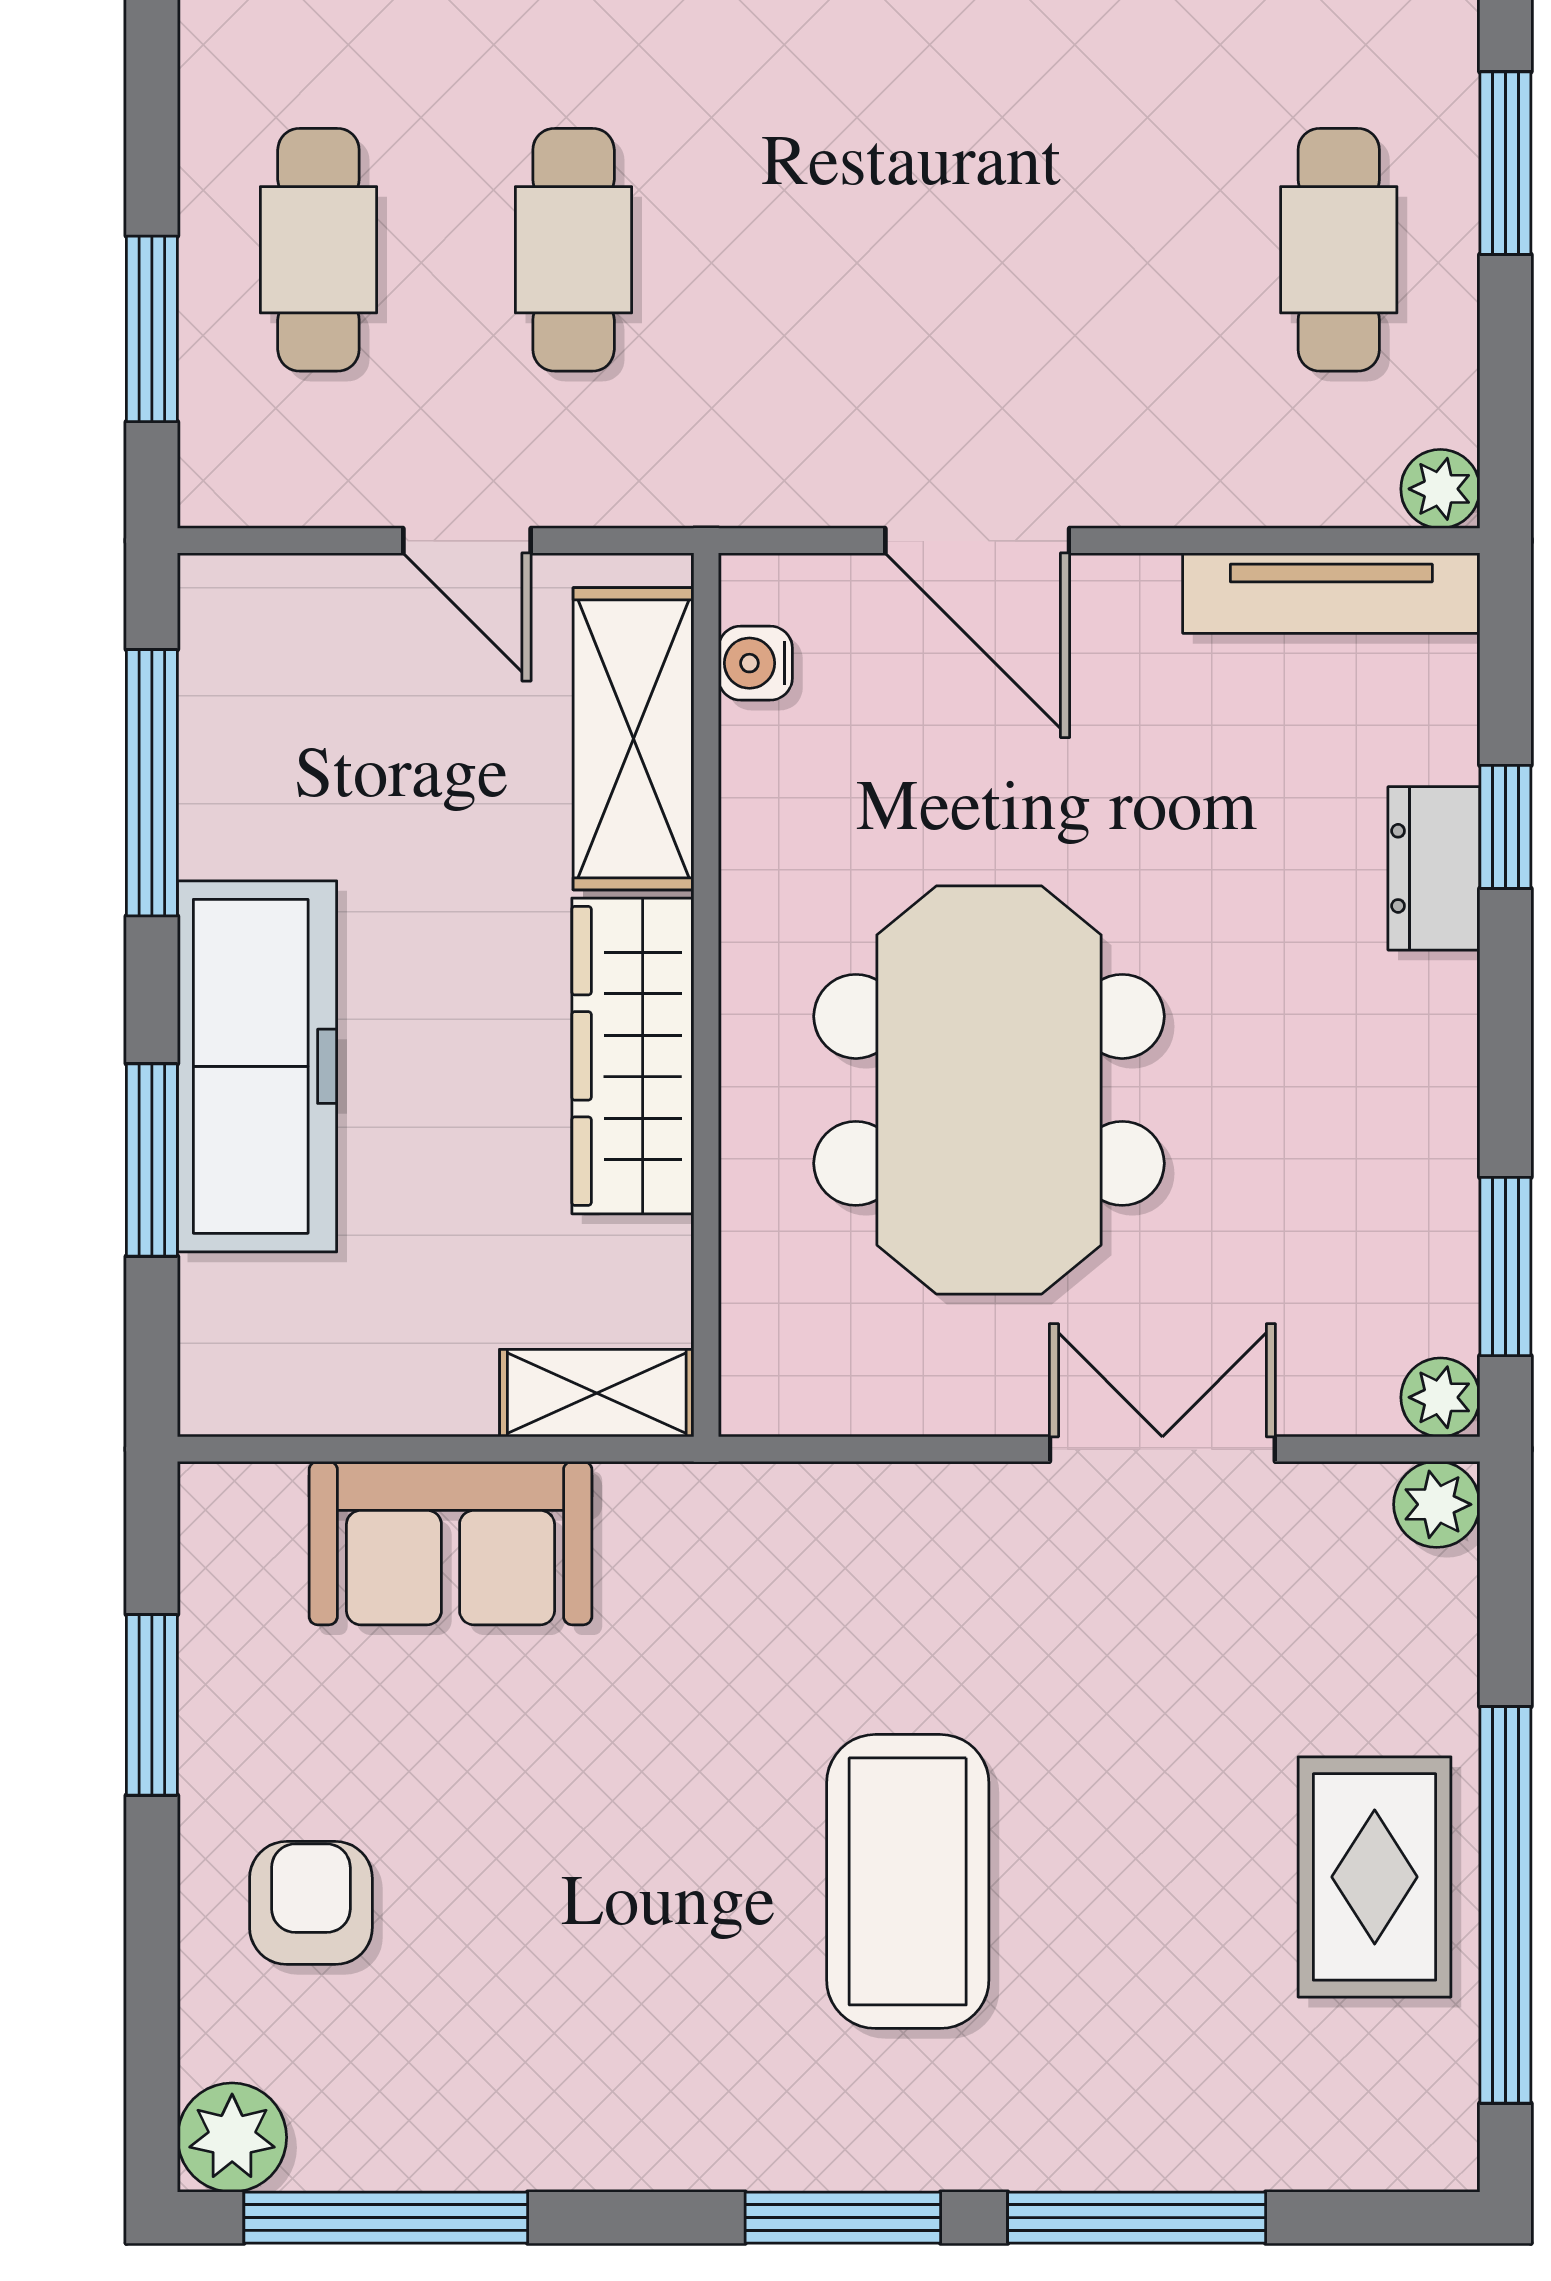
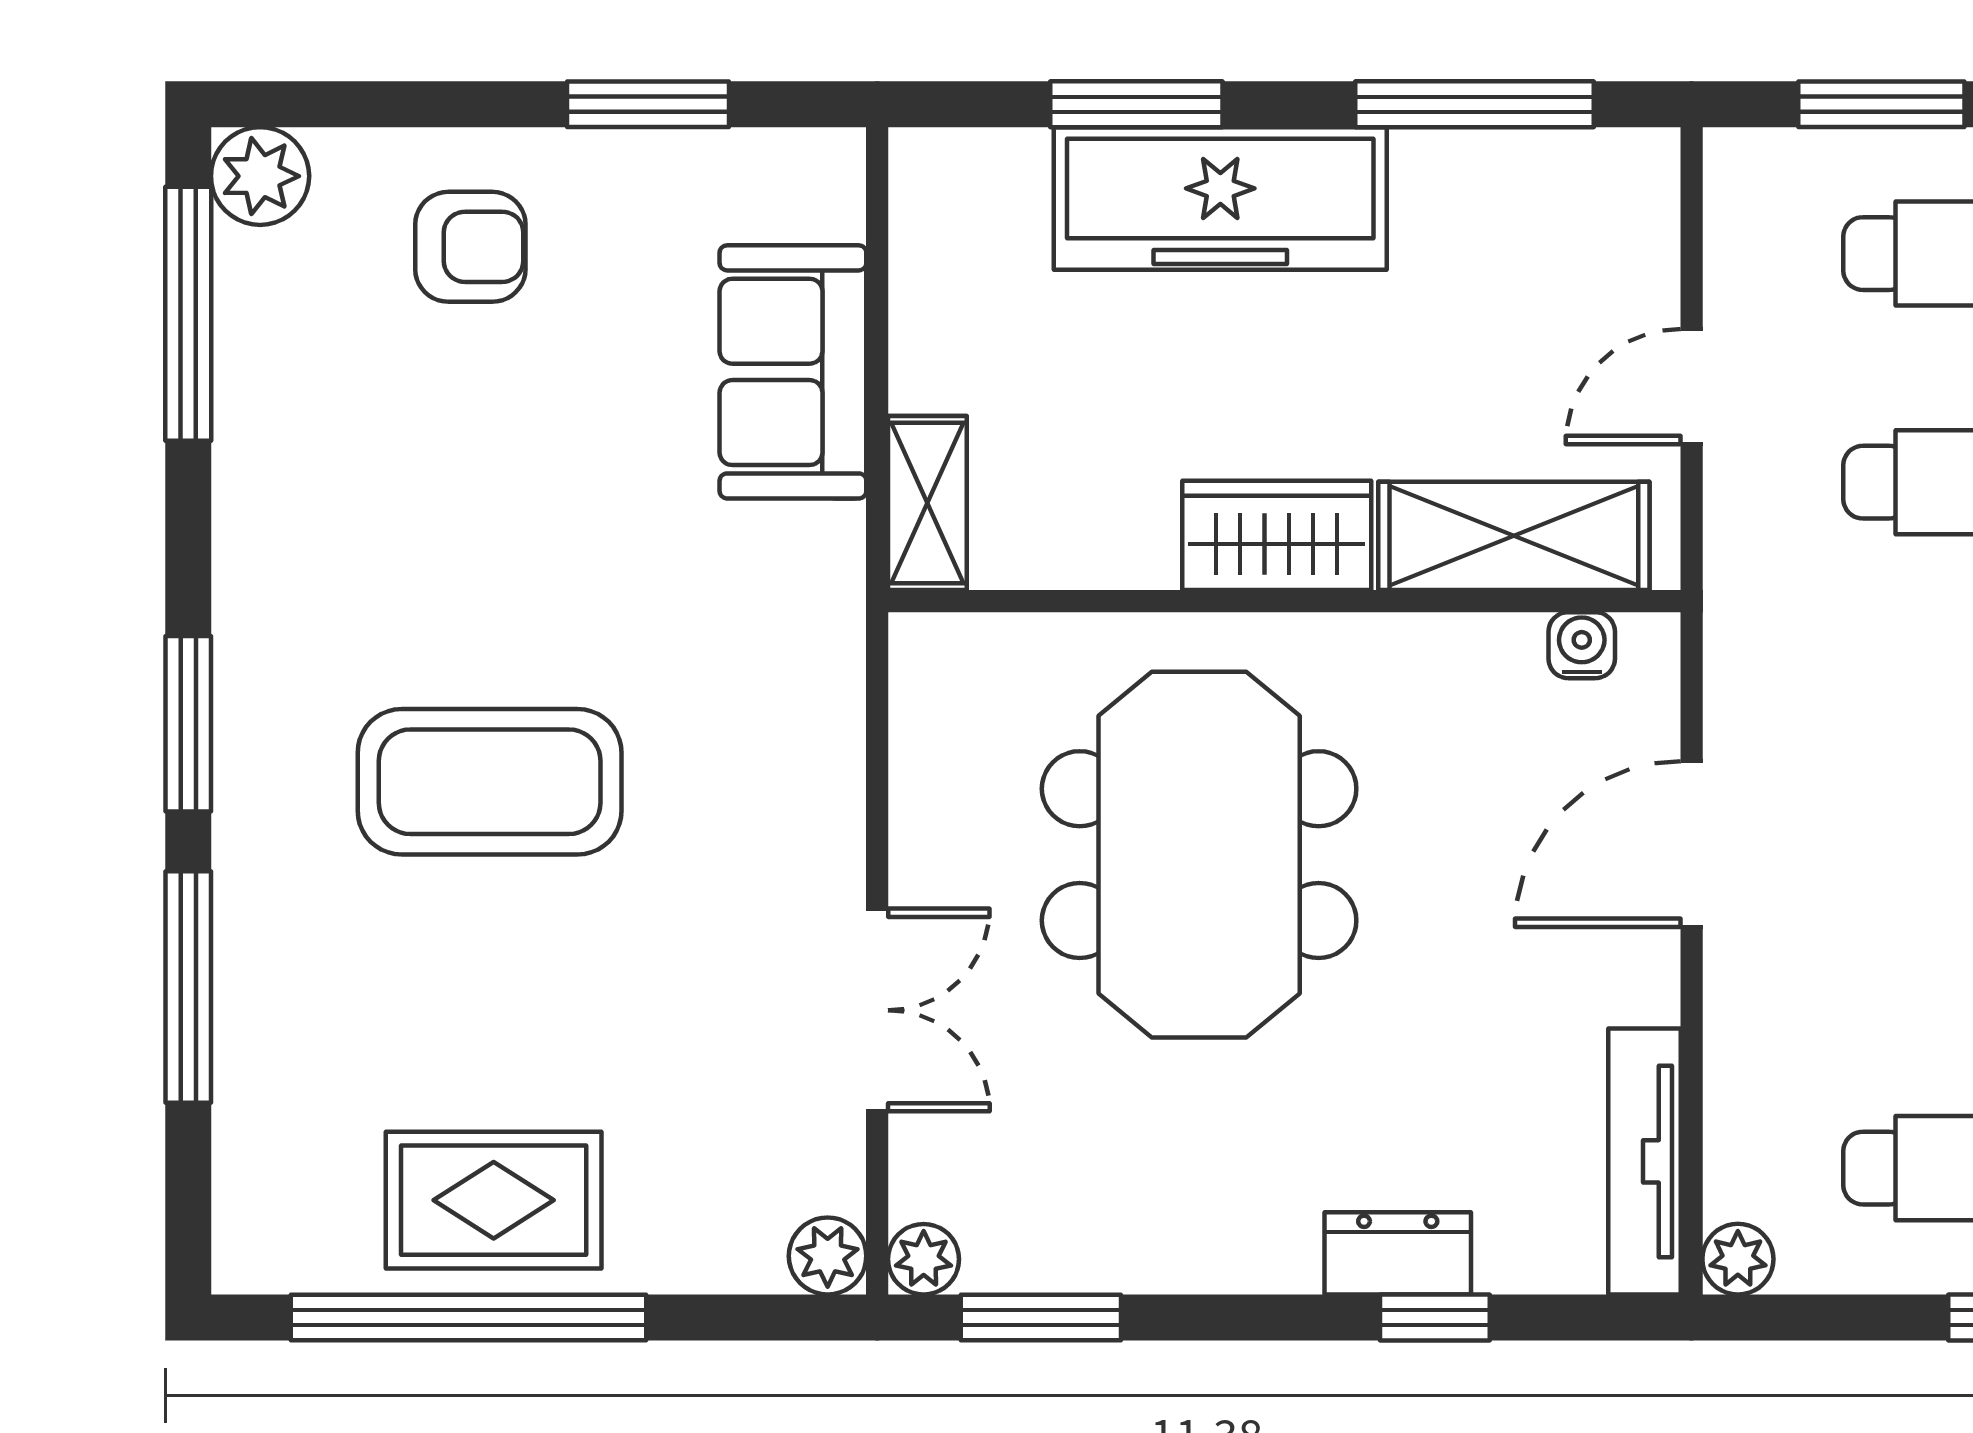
wardrobe: (633, 1056) -> (1277, 535), width x0.67
meeting table: (989, 1090) -> (1199, 855), turned 90

